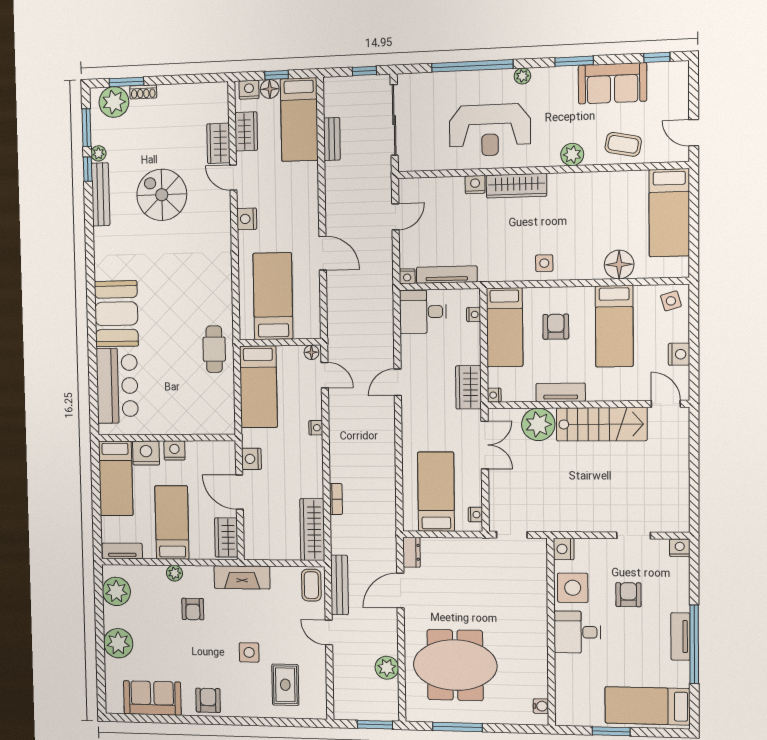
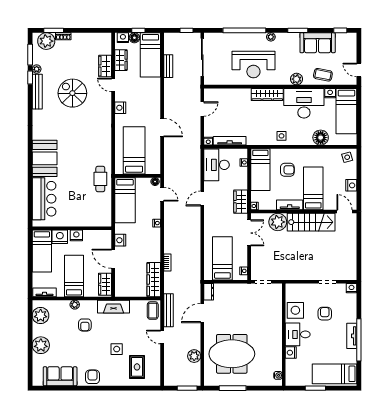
nightstand: (475, 185) -> (330, 93), moved
desk: (587, 200) -> (304, 103), added
desk: (423, 312) -> (217, 165), width x1.37
bed: (614, 326) -> (313, 188), moved, turned 180
armchair: (556, 327) -> (287, 170), turned 90
nightstand: (564, 549) -> (291, 353), moved

